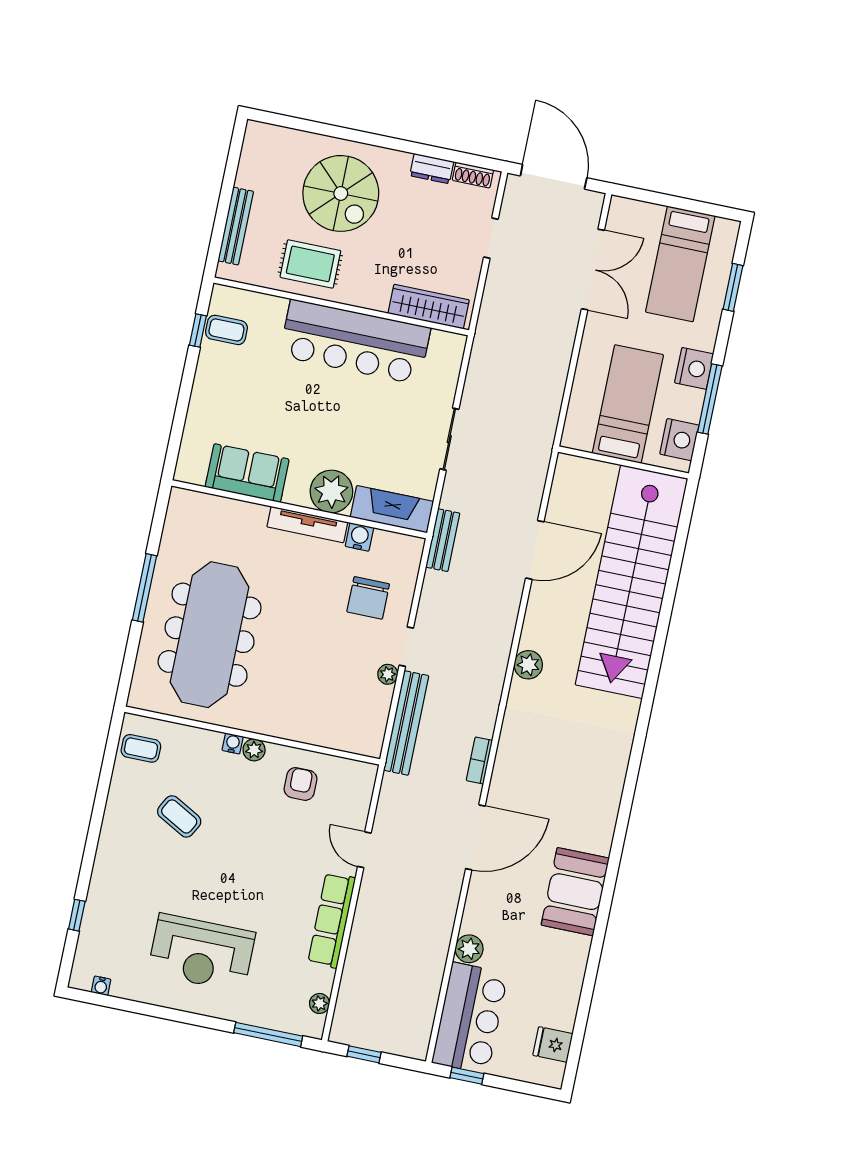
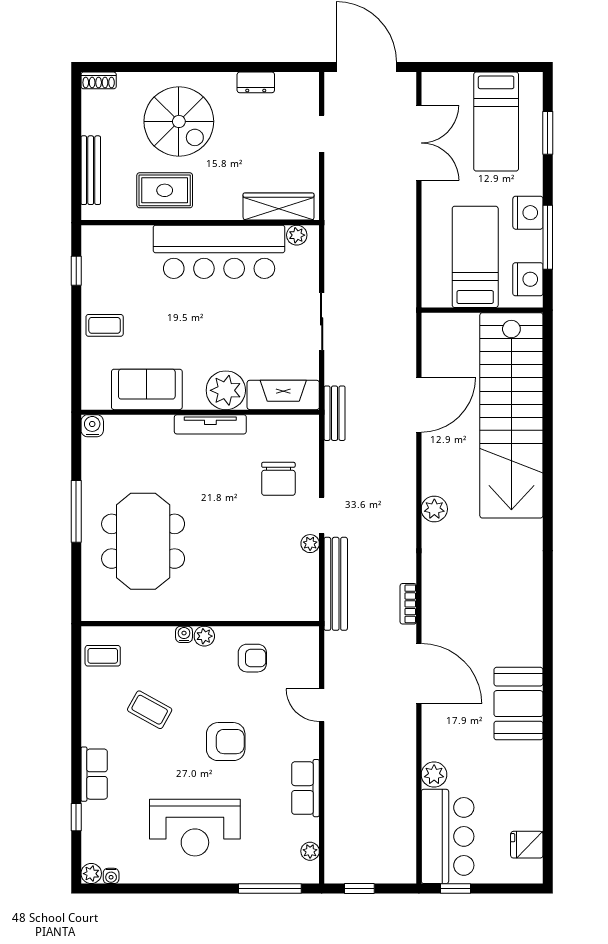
shoe rack: (473, 175) -> (99, 80), moved
coffee table: (226, 330) -> (105, 325), moved
plant: (442, 341) -> (297, 235), added
water cooler: (359, 537) -> (92, 426), moved
meeting table: (210, 635) -> (143, 541), width x0.73
armchair: (300, 784) -> (252, 658), turned 90
door: (475, 837) -> (419, 674), hinge flipped
armchair: (253, 867) -> (226, 742), added
row of seats: (106, 873) -> (94, 774), added
row of seats: (332, 920) -> (306, 788), width x0.68
plant: (80, 979) -> (91, 874), added

